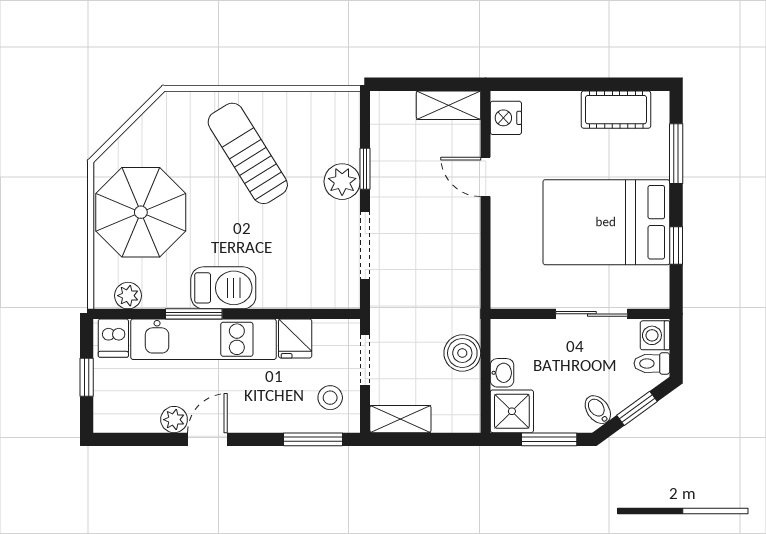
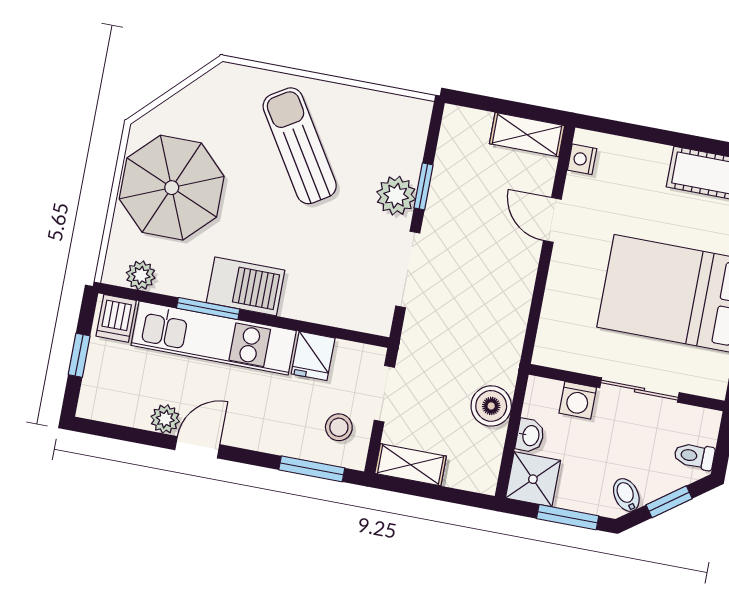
nightstand: (506, 118) -> (582, 159), width x0.72, depth x0.74
washing machine: (655, 335) -> (578, 400), moved, turned -90

